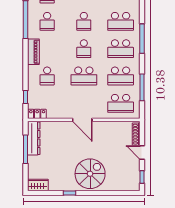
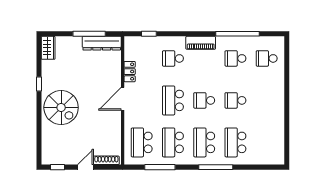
locker: (37, 114) -> (130, 72), moved

